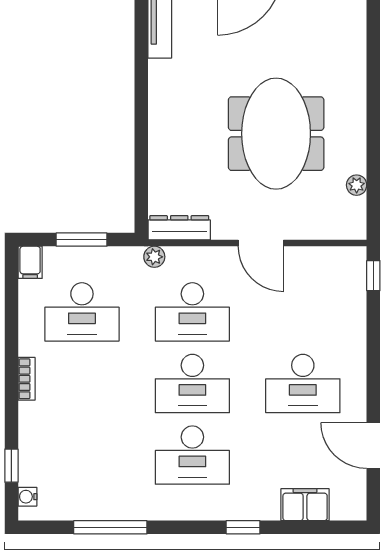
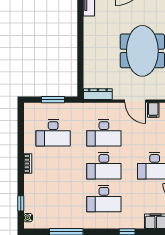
plant: (154, 257) -> (86, 107), removed
filing cabinet: (30, 262) -> (153, 110), moved

